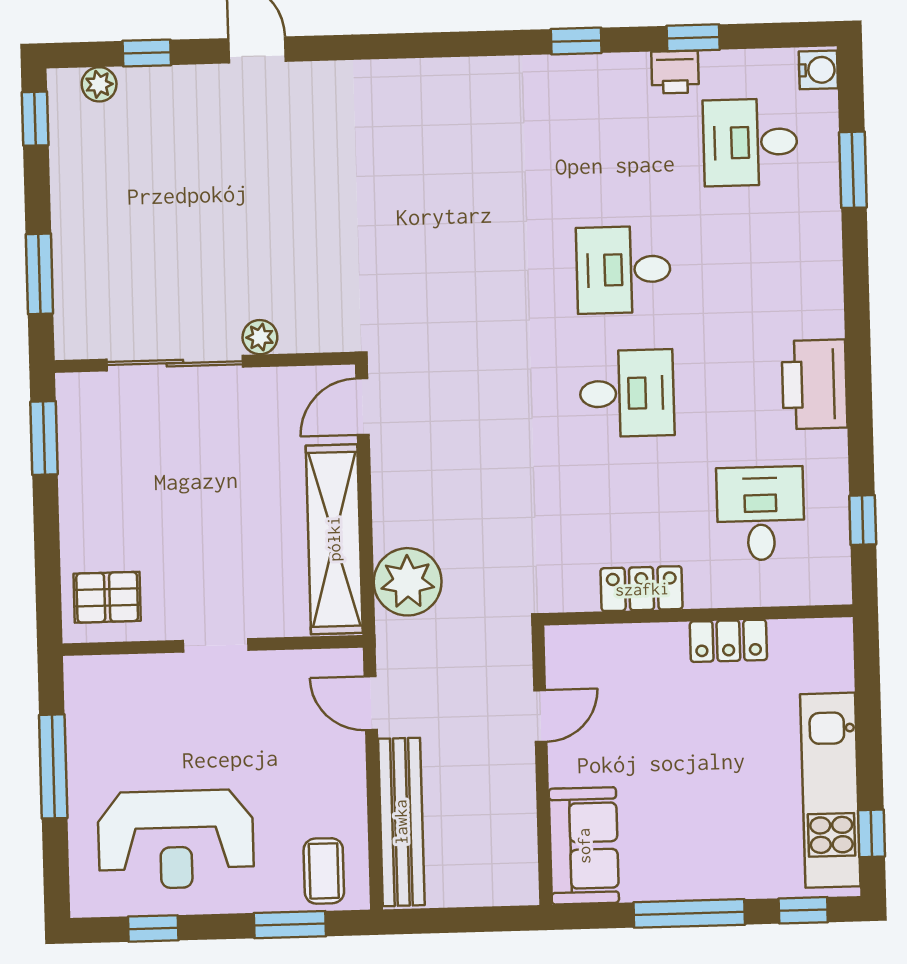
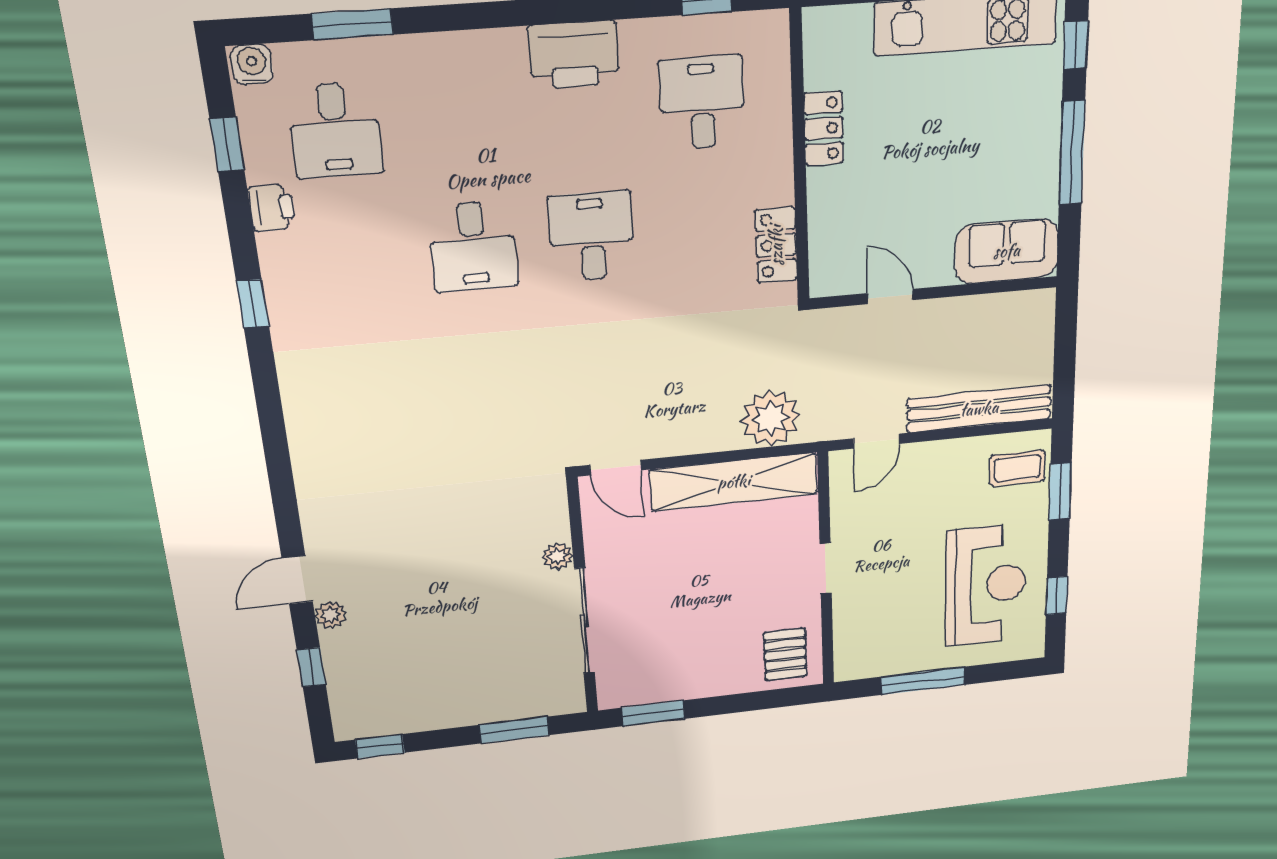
window: (693, 38) -> (227, 144), moved
plant: (99, 84) -> (331, 615), moved
desk: (761, 513) -> (702, 103), turned 90
locker: (642, 589) -> (776, 245), moved

